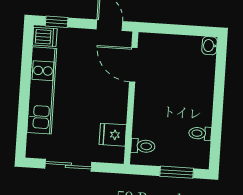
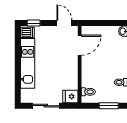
door: (133, 65) -> (80, 45), swing flipped
fridge: (113, 135) -> (70, 96), moved

